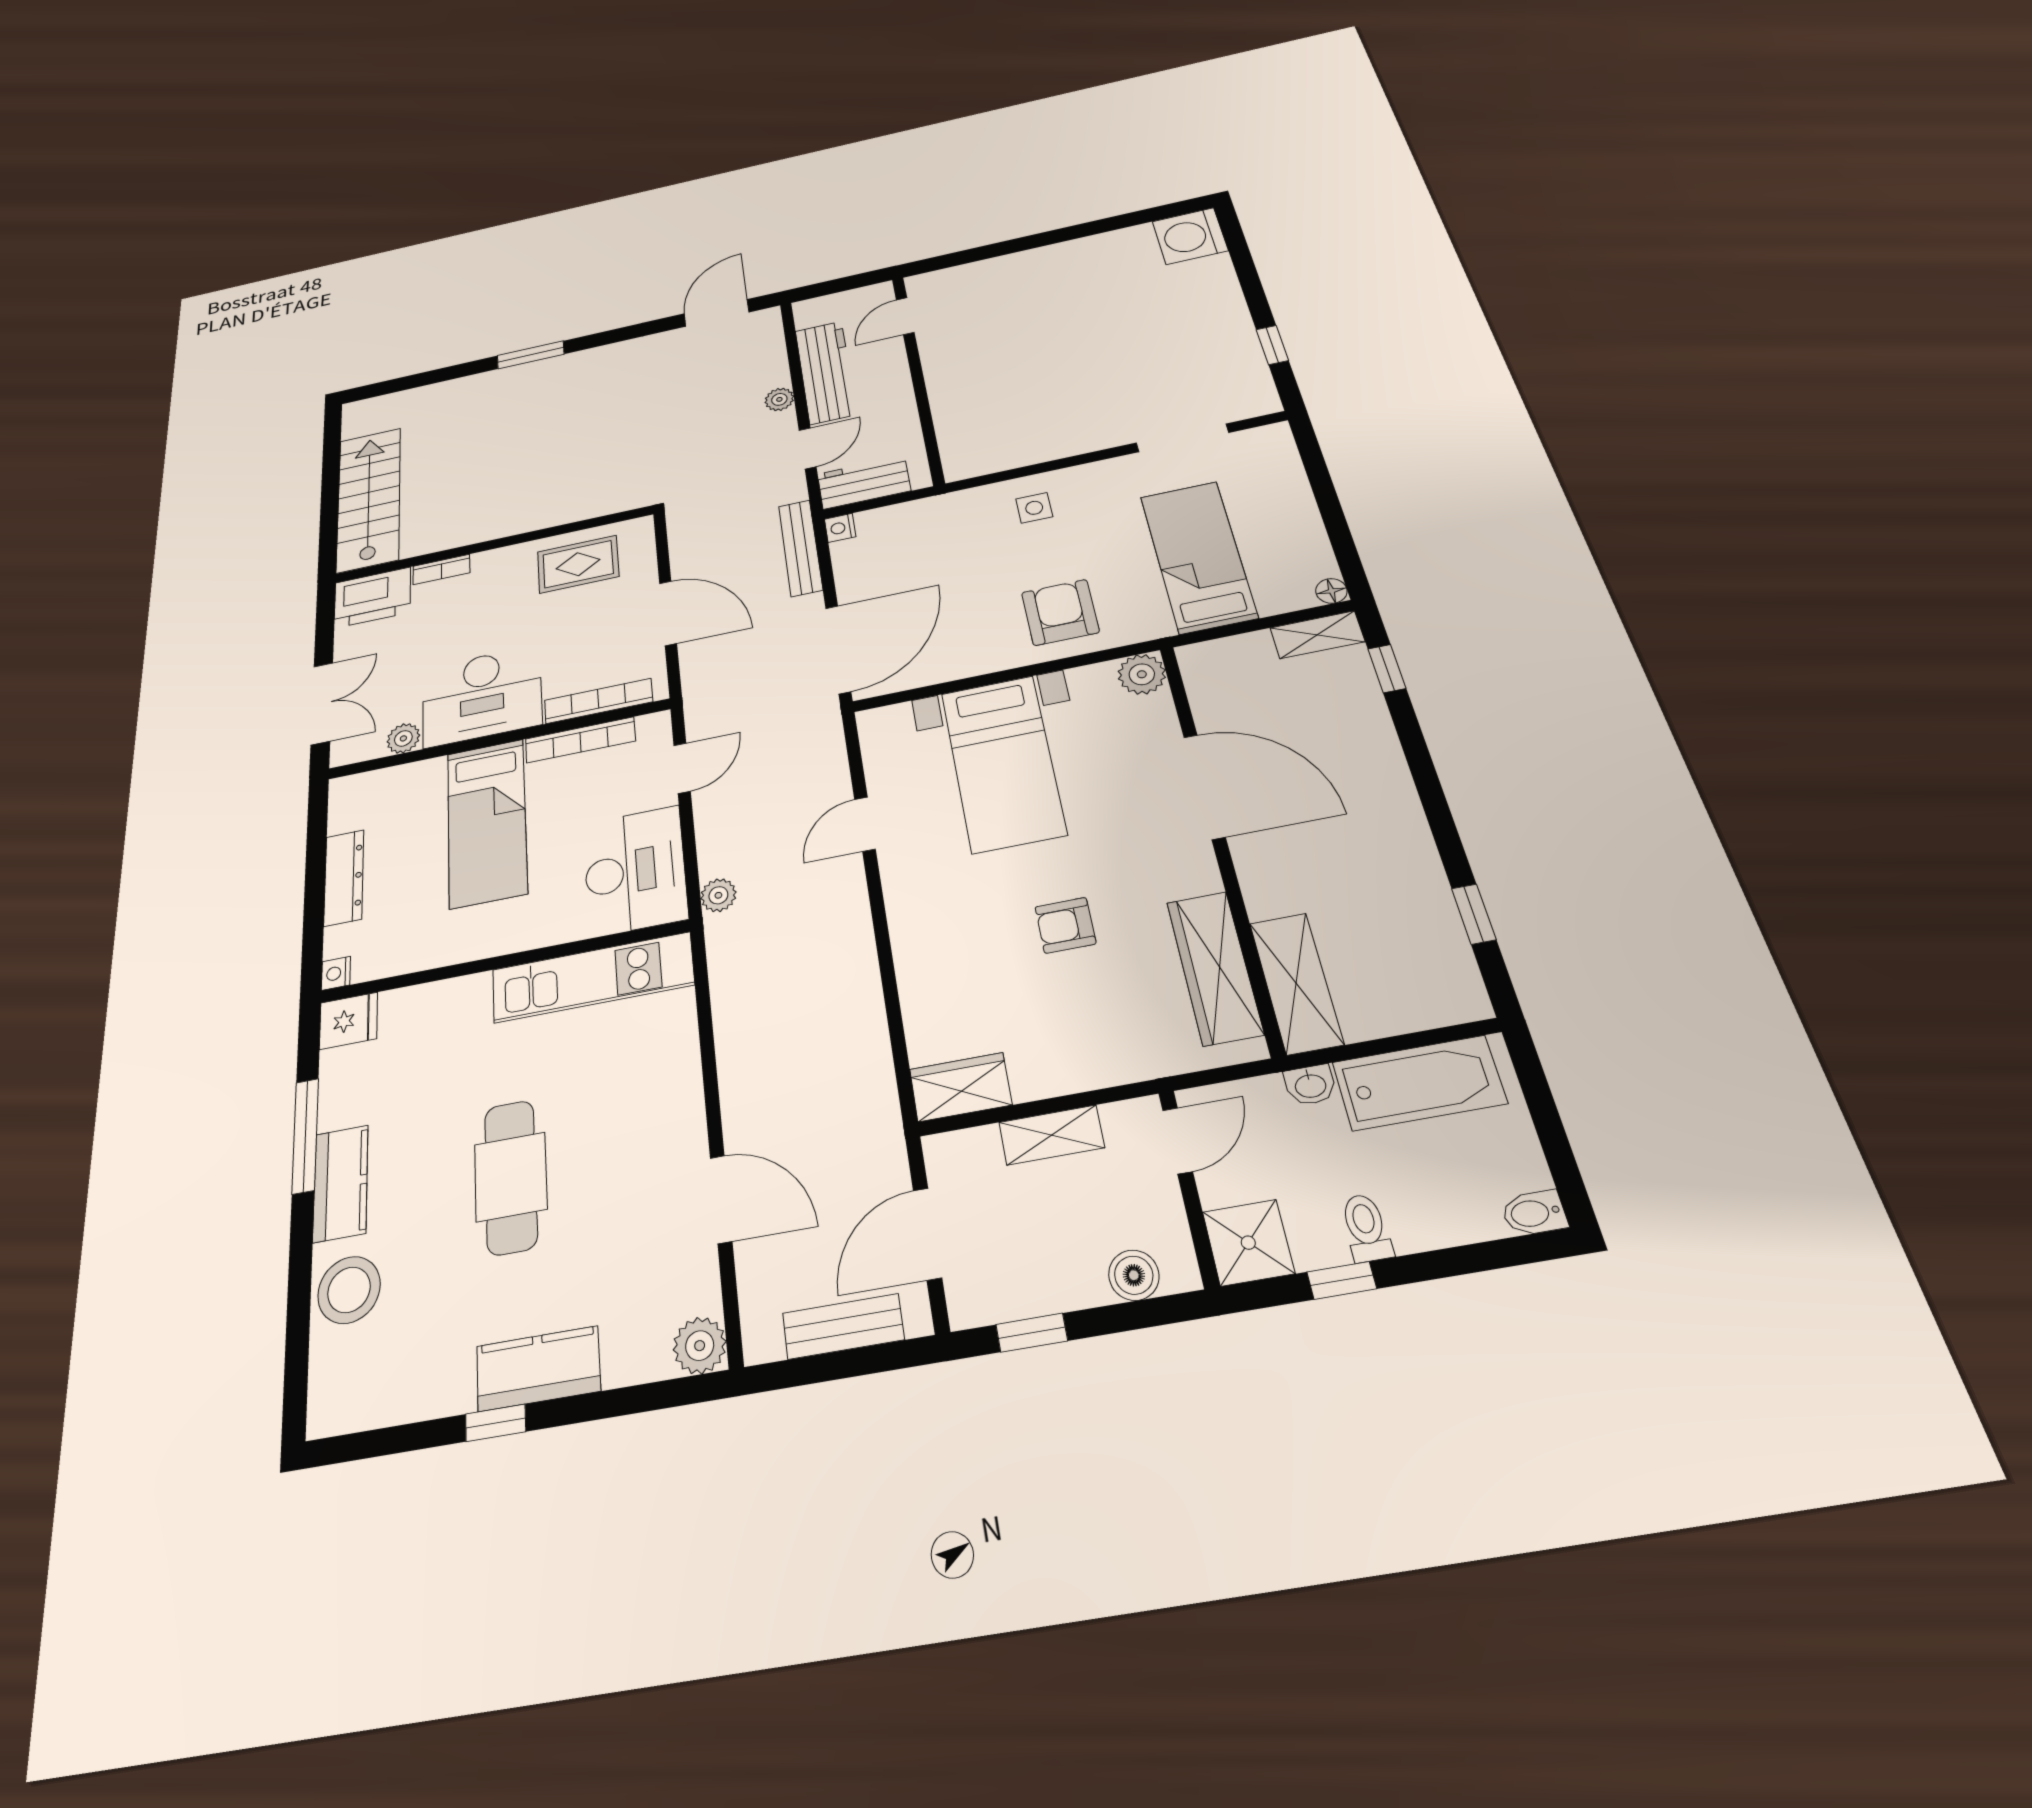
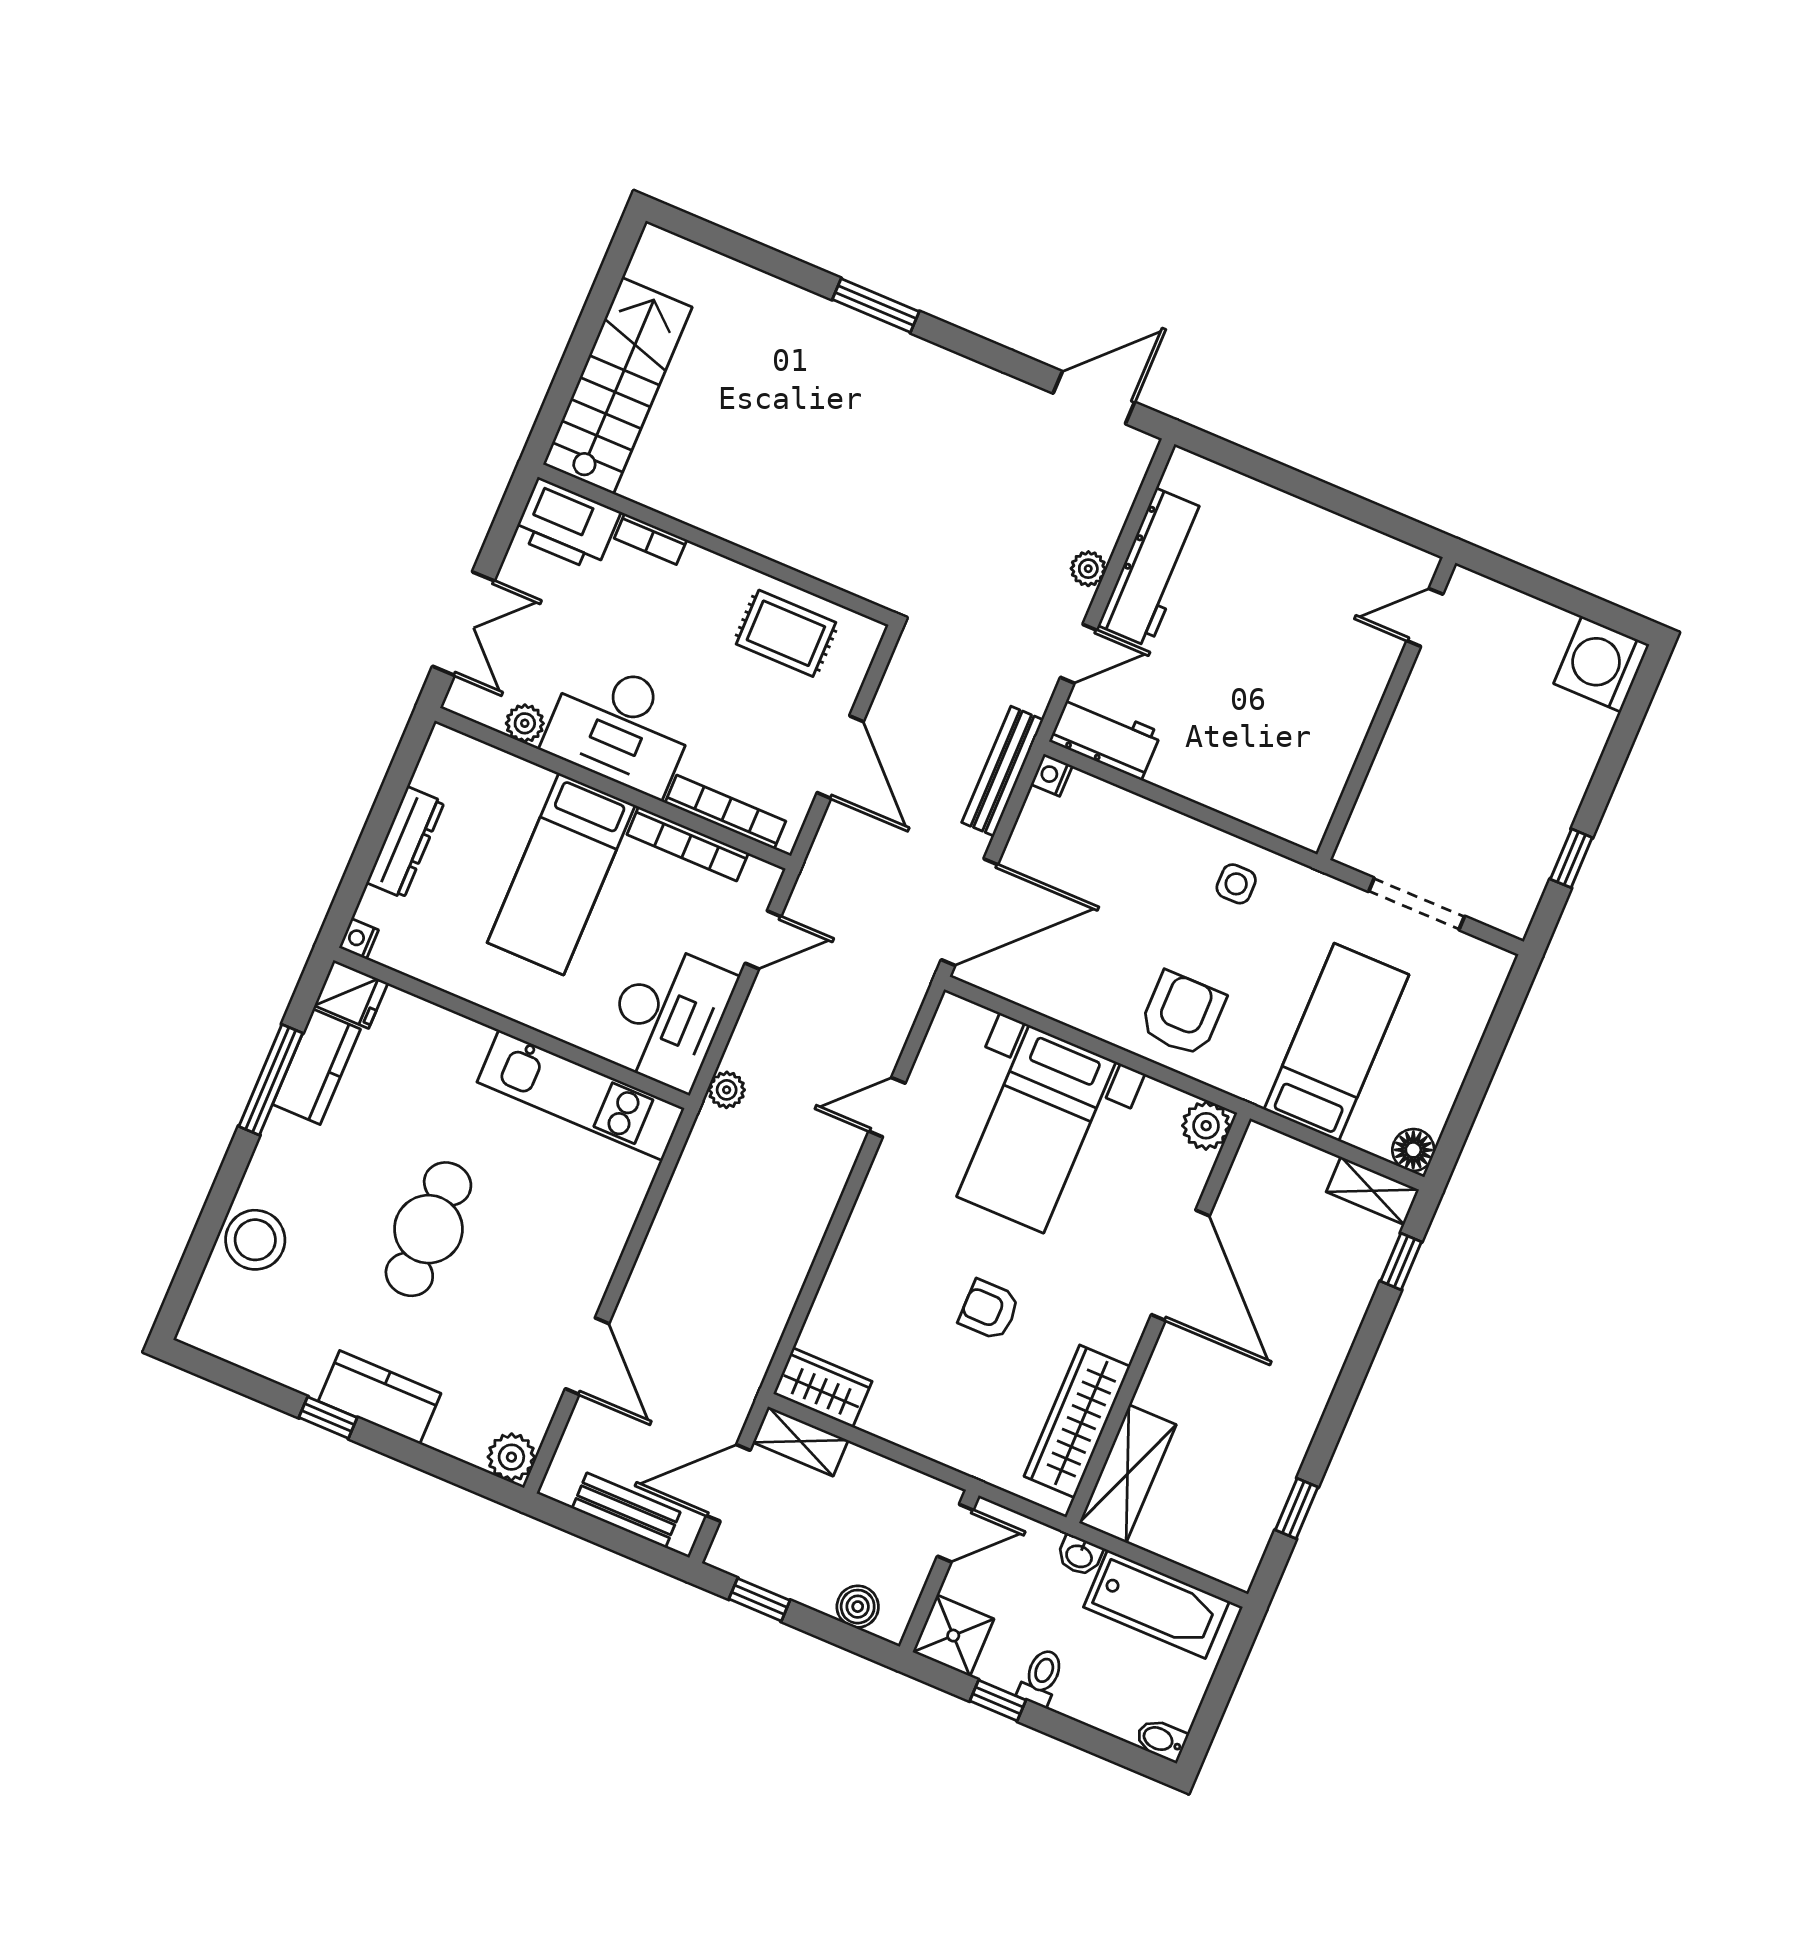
door: (905, 316) -> (1425, 617), moved
wall: (918, 378) -> (1386, 709), moved
floor lamp: (1331, 591) -> (1413, 1150), width x1.37, depth x1.37
shelving: (1052, 1135) -> (801, 1441), moved
kitchen counter: (341, 1183) -> (317, 1067), moved

